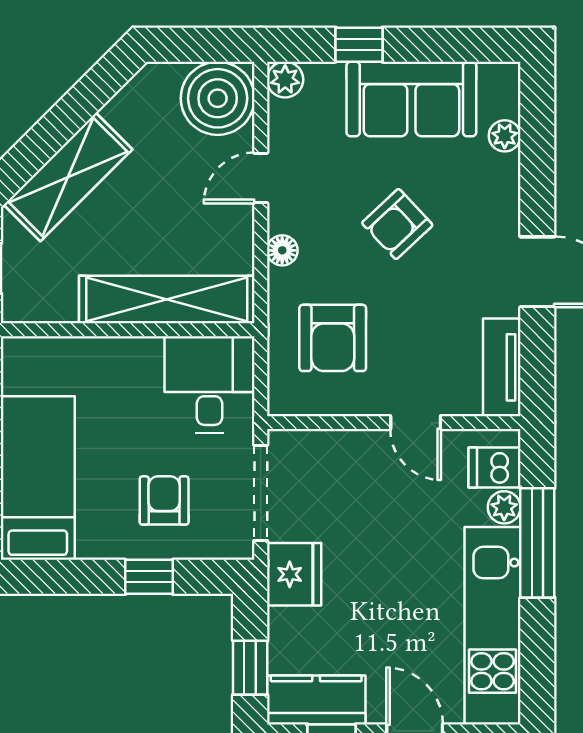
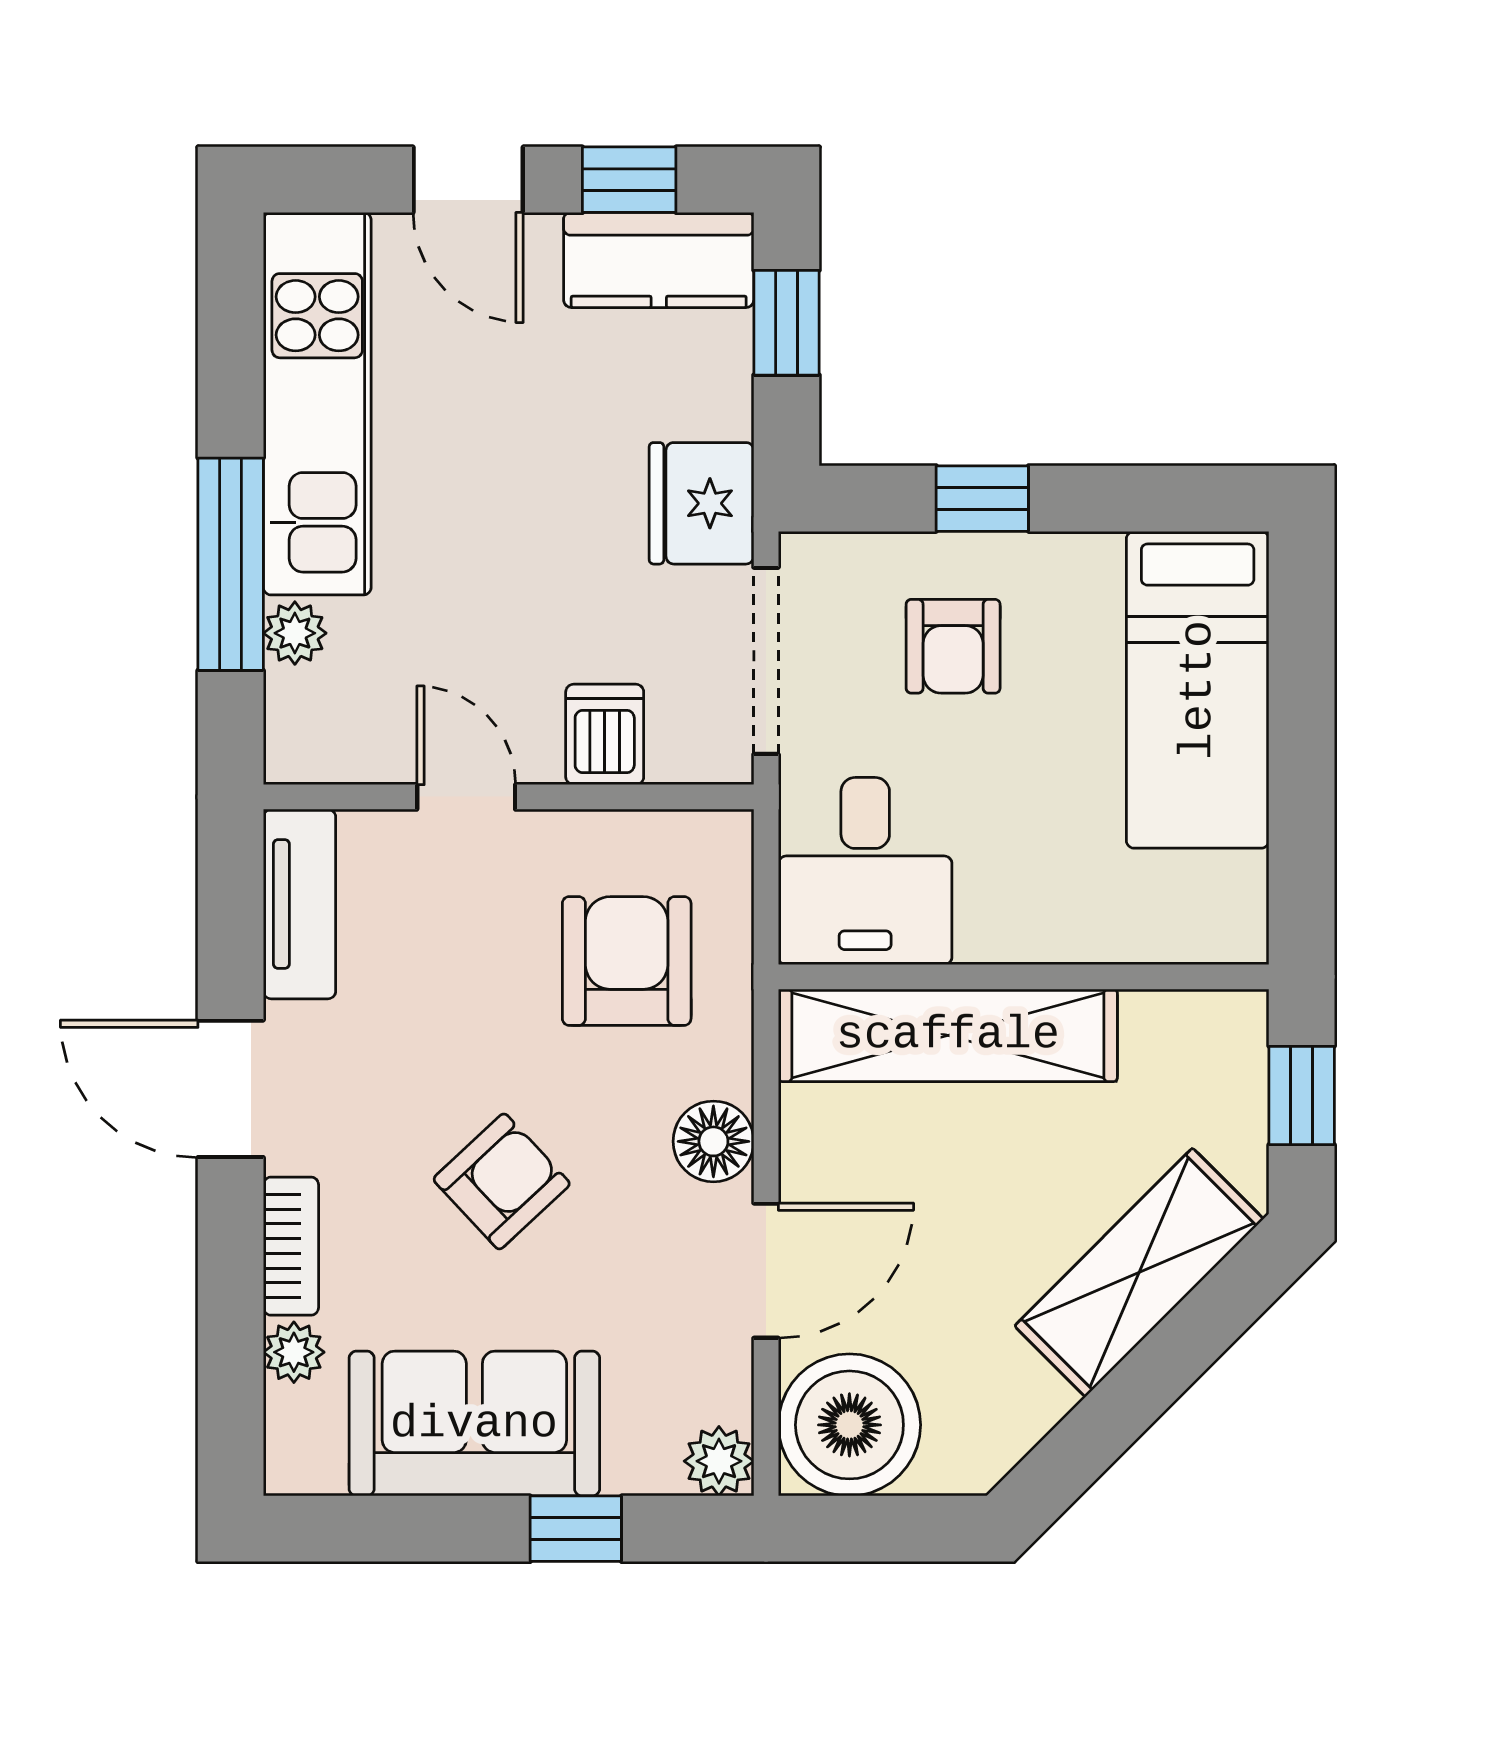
door: (261, 178) -> (766, 1271), width x1.38
bookcase: (506, 191) -> (291, 1246), added
floor lamp: (282, 250) -> (713, 1141), width x1.37, depth x1.37
dishwasher: (494, 468) -> (605, 734), moved, turned -90

